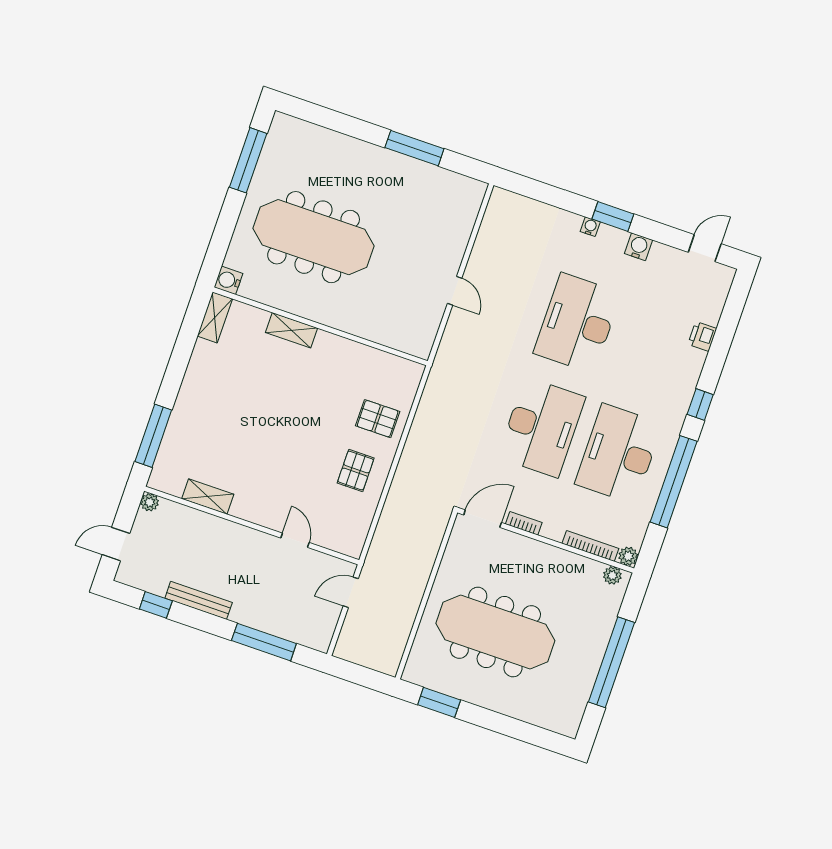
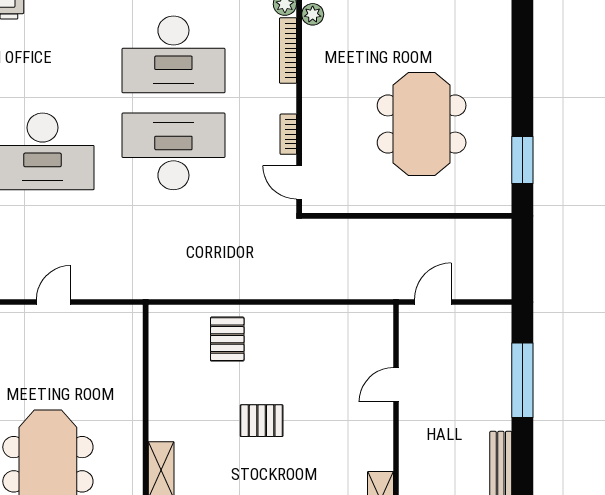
pallet: (356, 471) -> (262, 421), moved
door: (483, 519) -> (299, 182), width x0.73
door: (351, 592) -> (433, 302), swing flipped
meeting table: (495, 632) -> (422, 124), width x0.73

